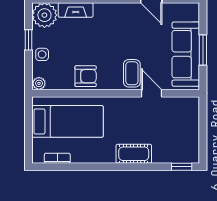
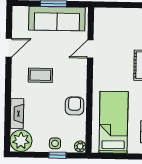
window: (29, 40) -> (57, 155), moved
coffee table: (132, 73) -> (40, 75), moved

